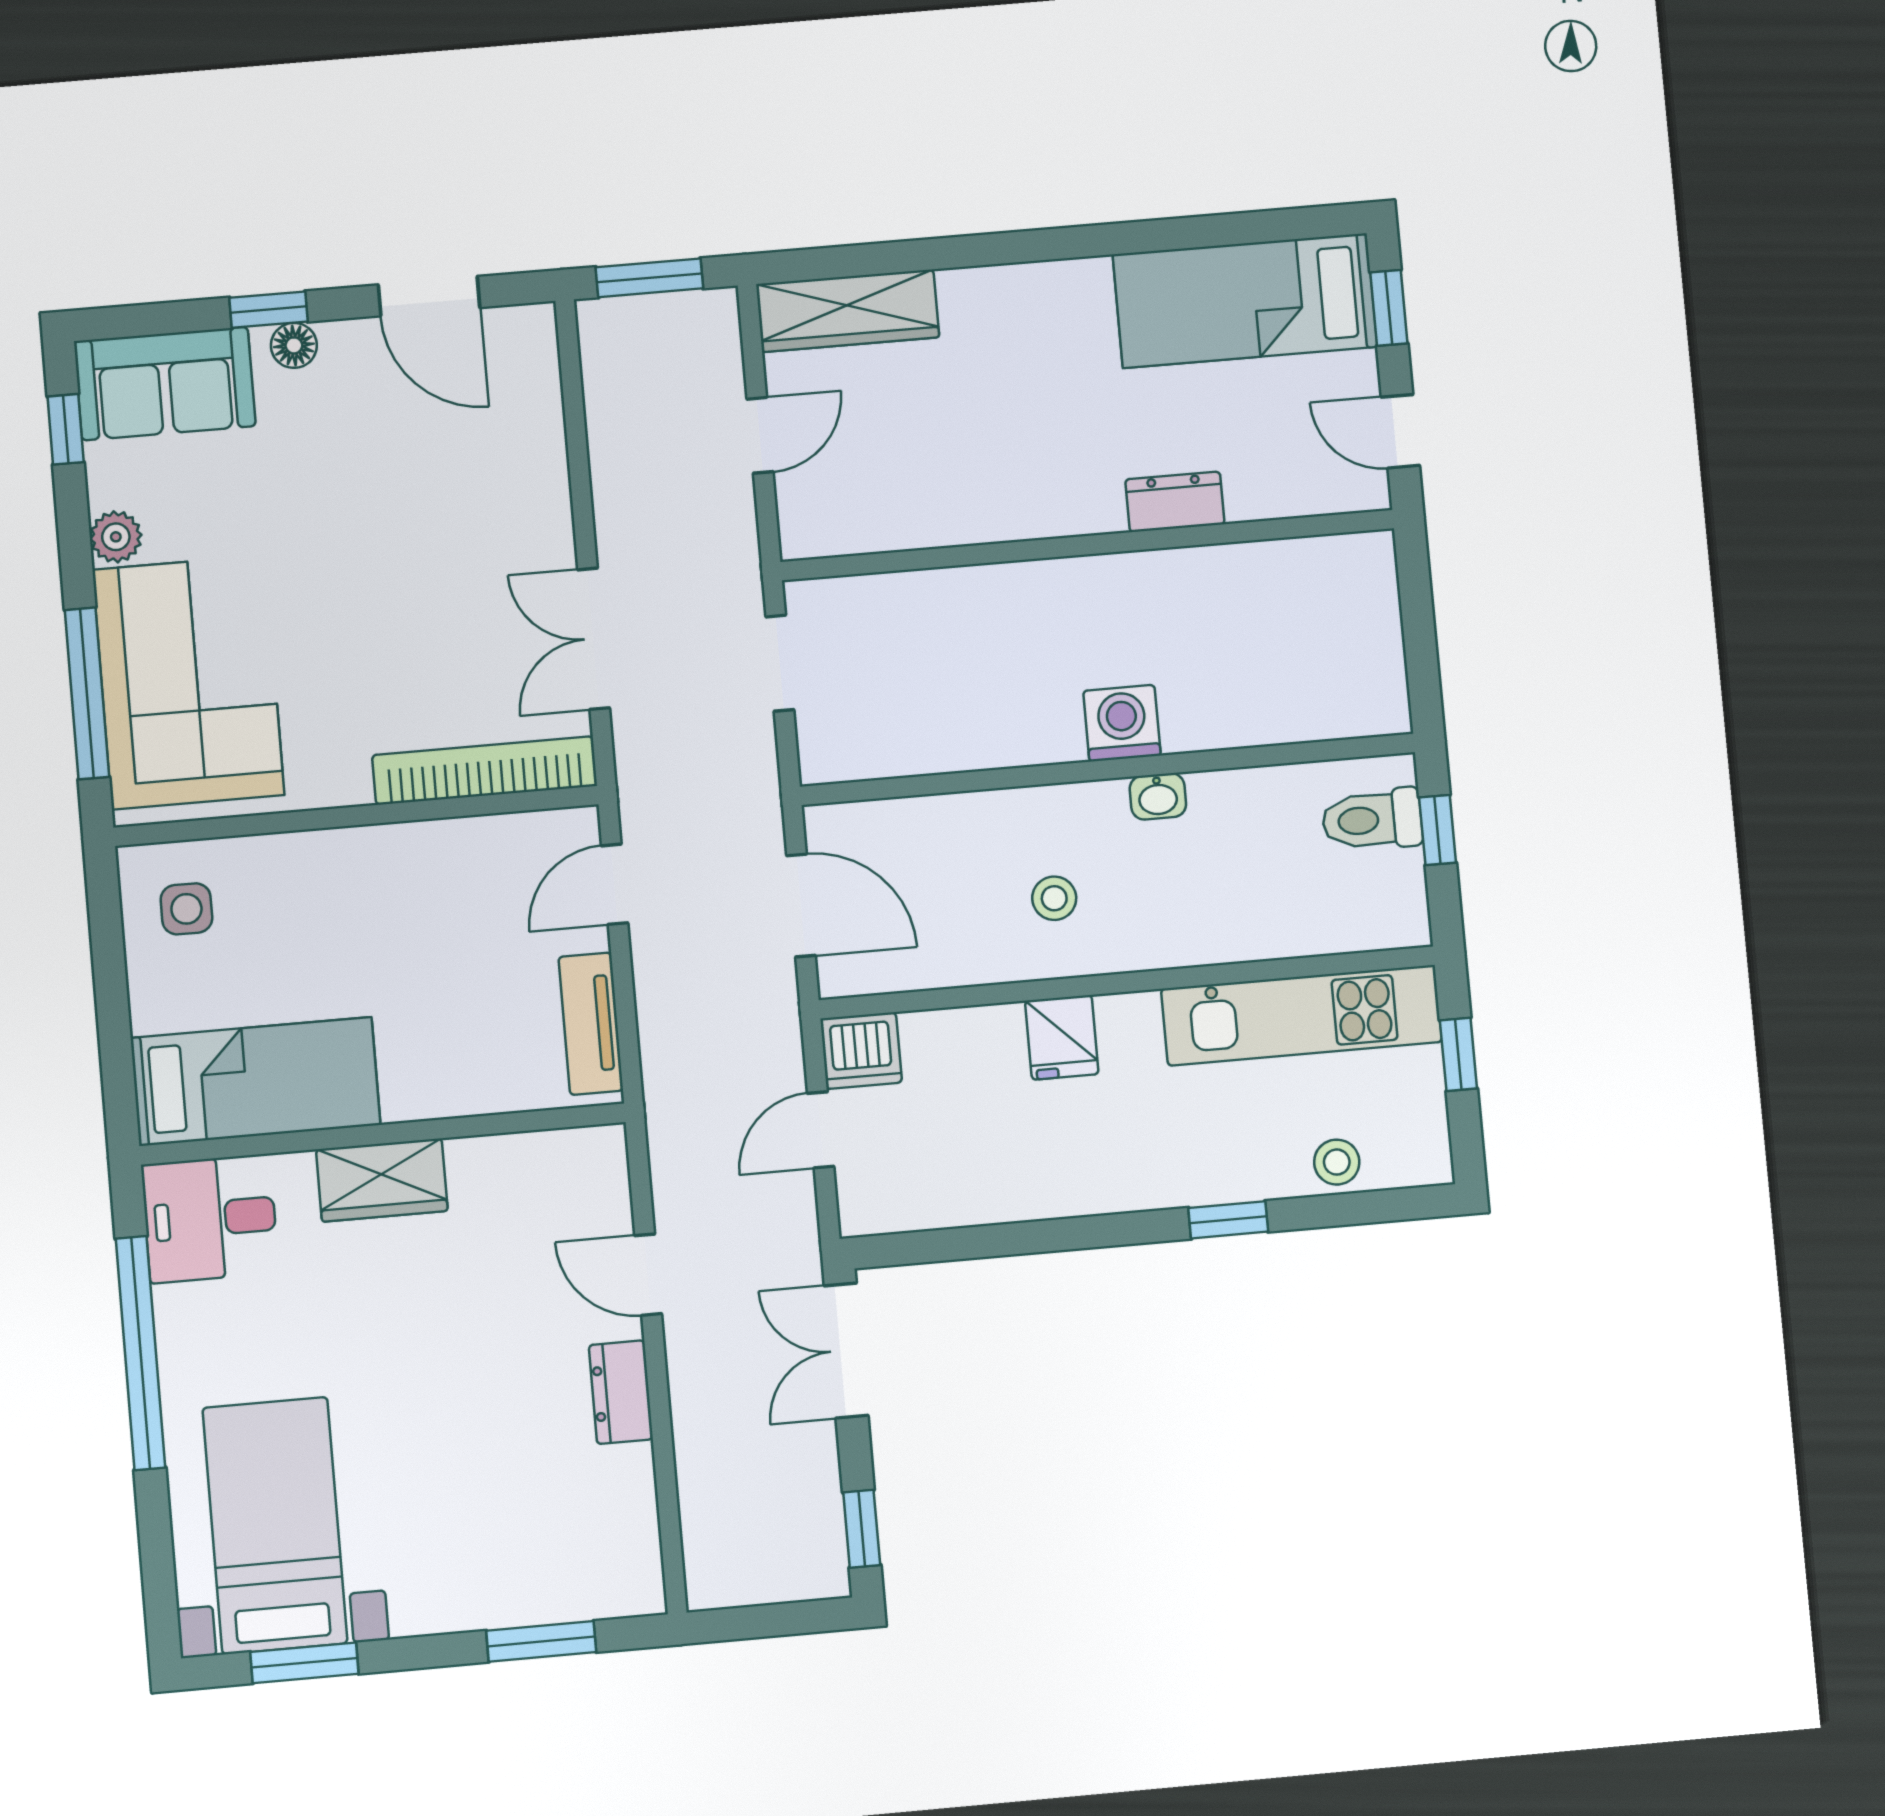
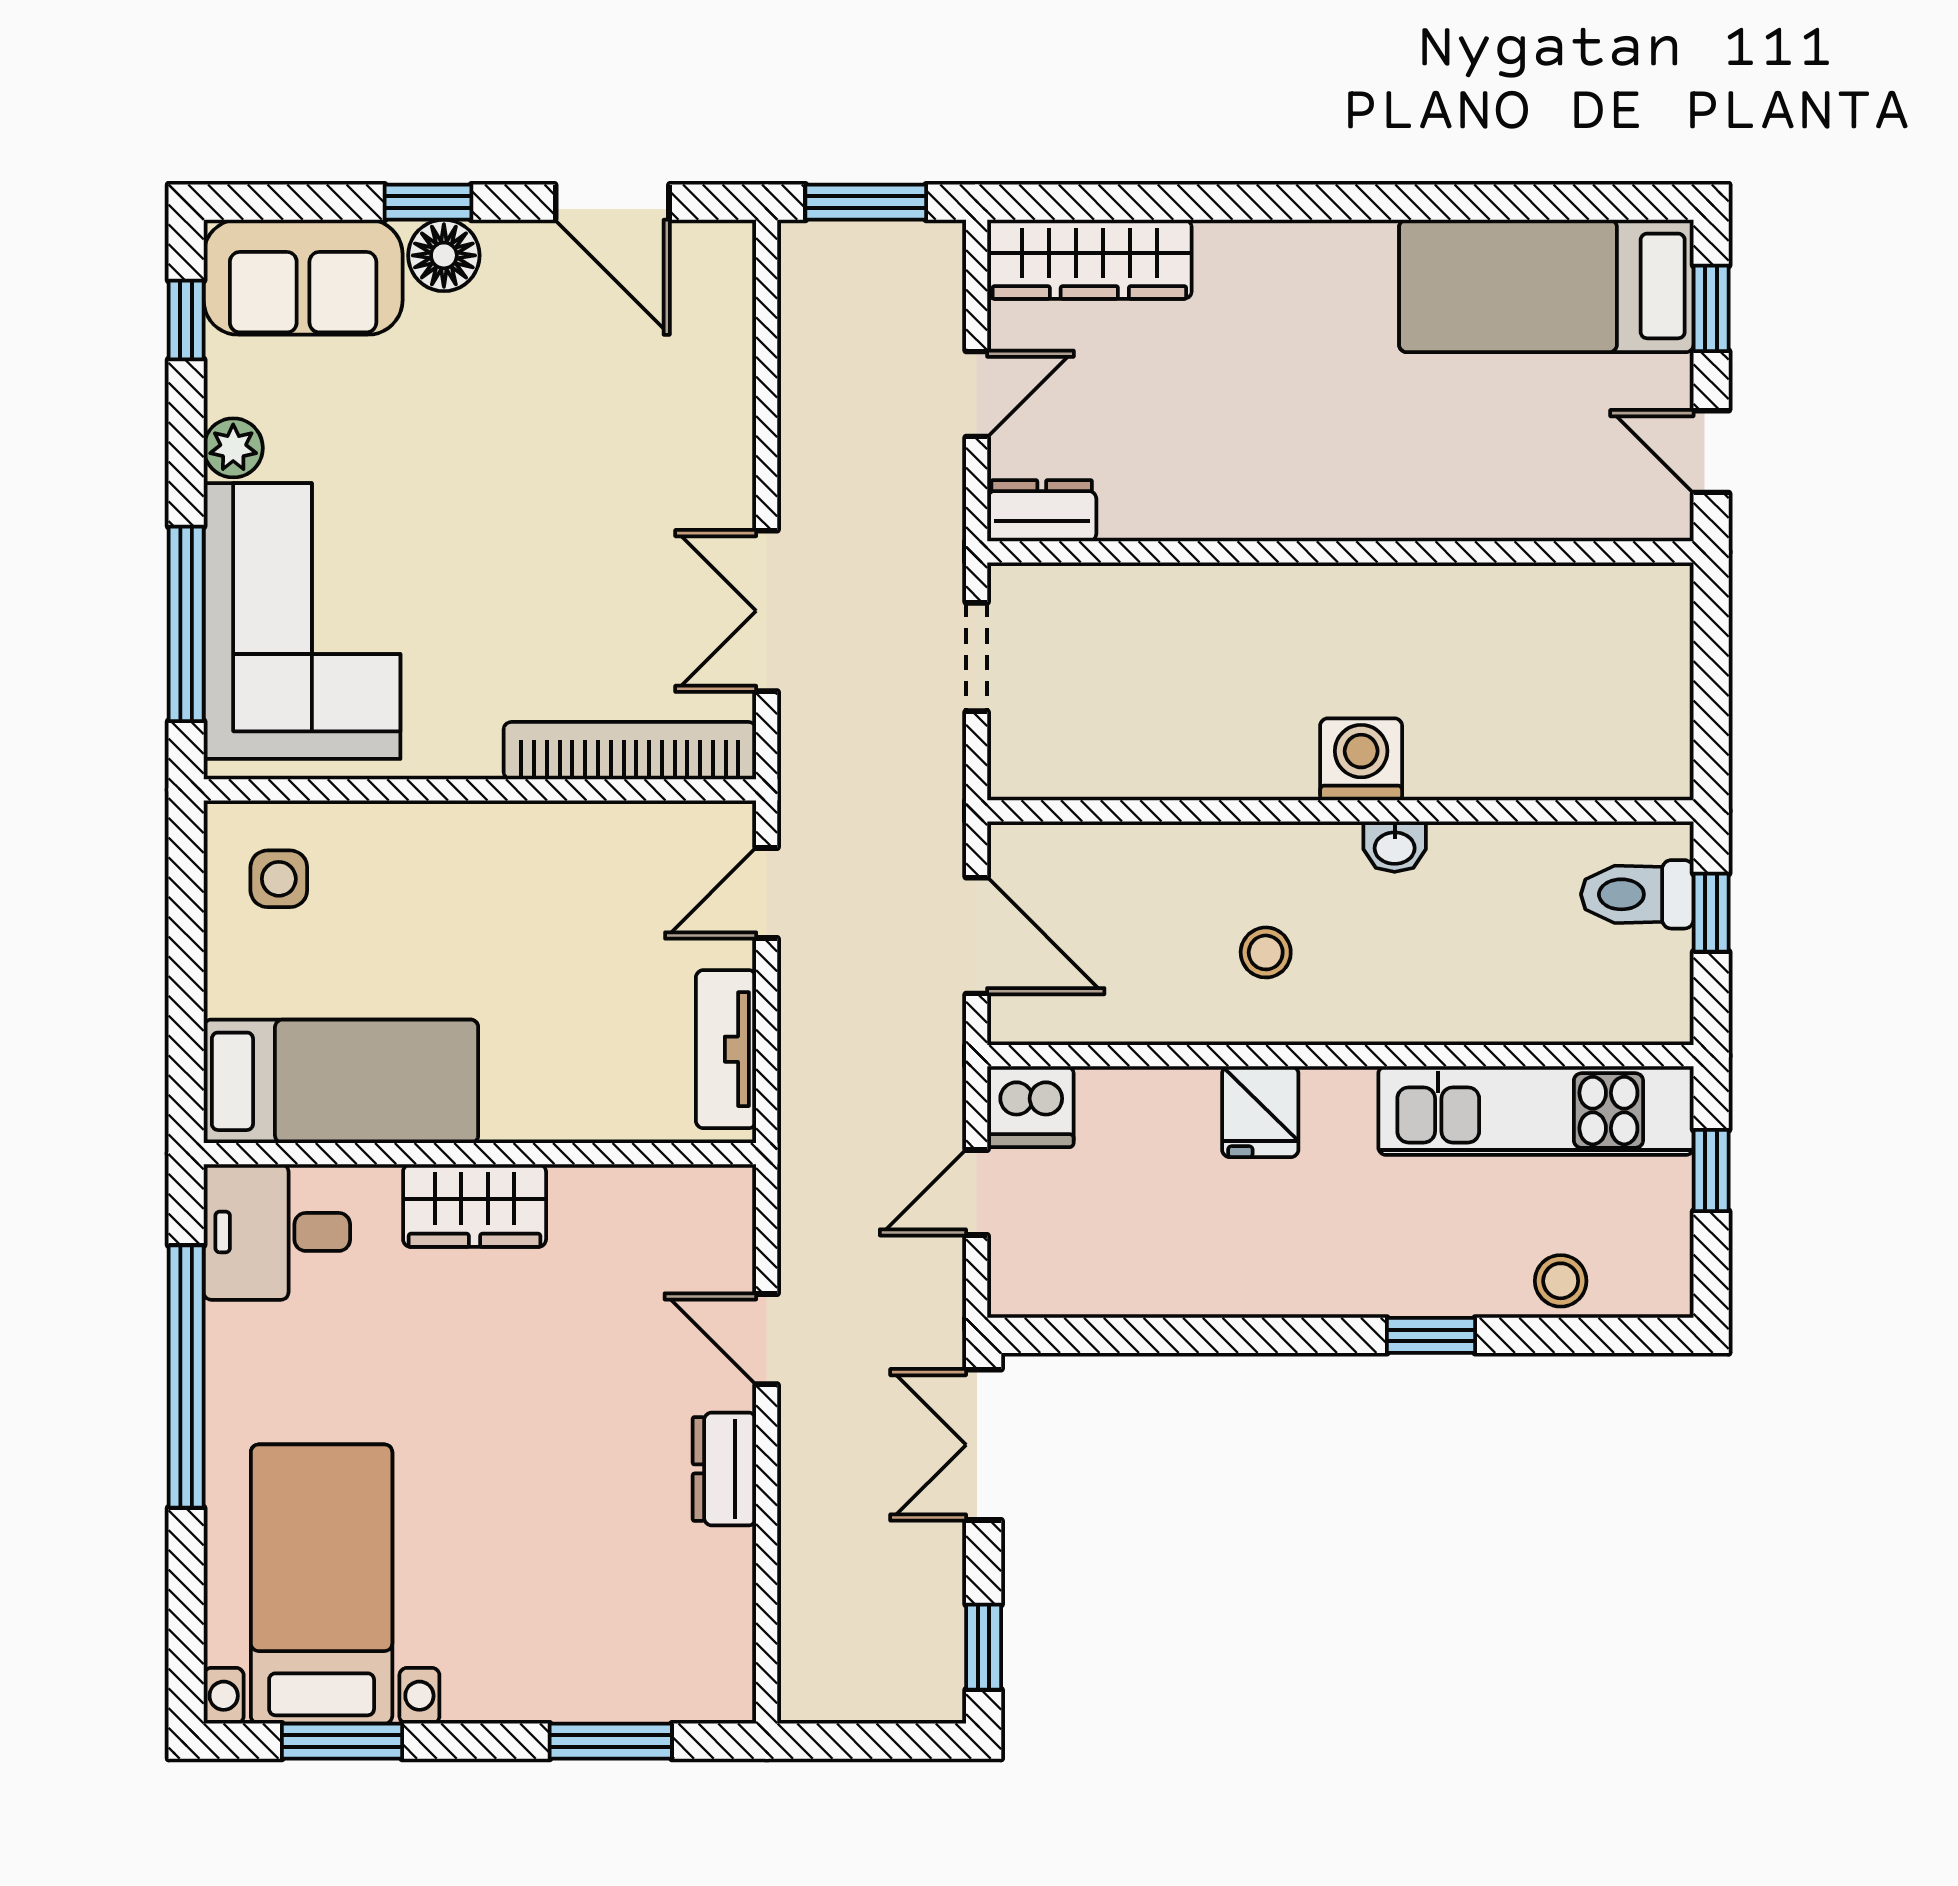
floor lamp: (294, 345) -> (444, 255), width x1.37, depth x1.37
dresser: (1175, 502) -> (1042, 511), moved

